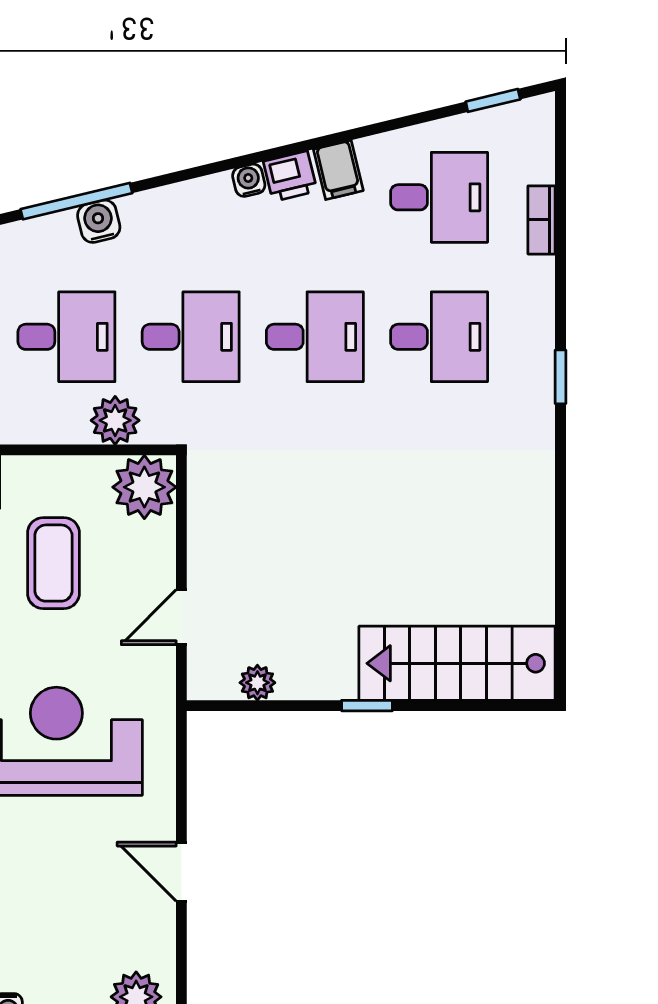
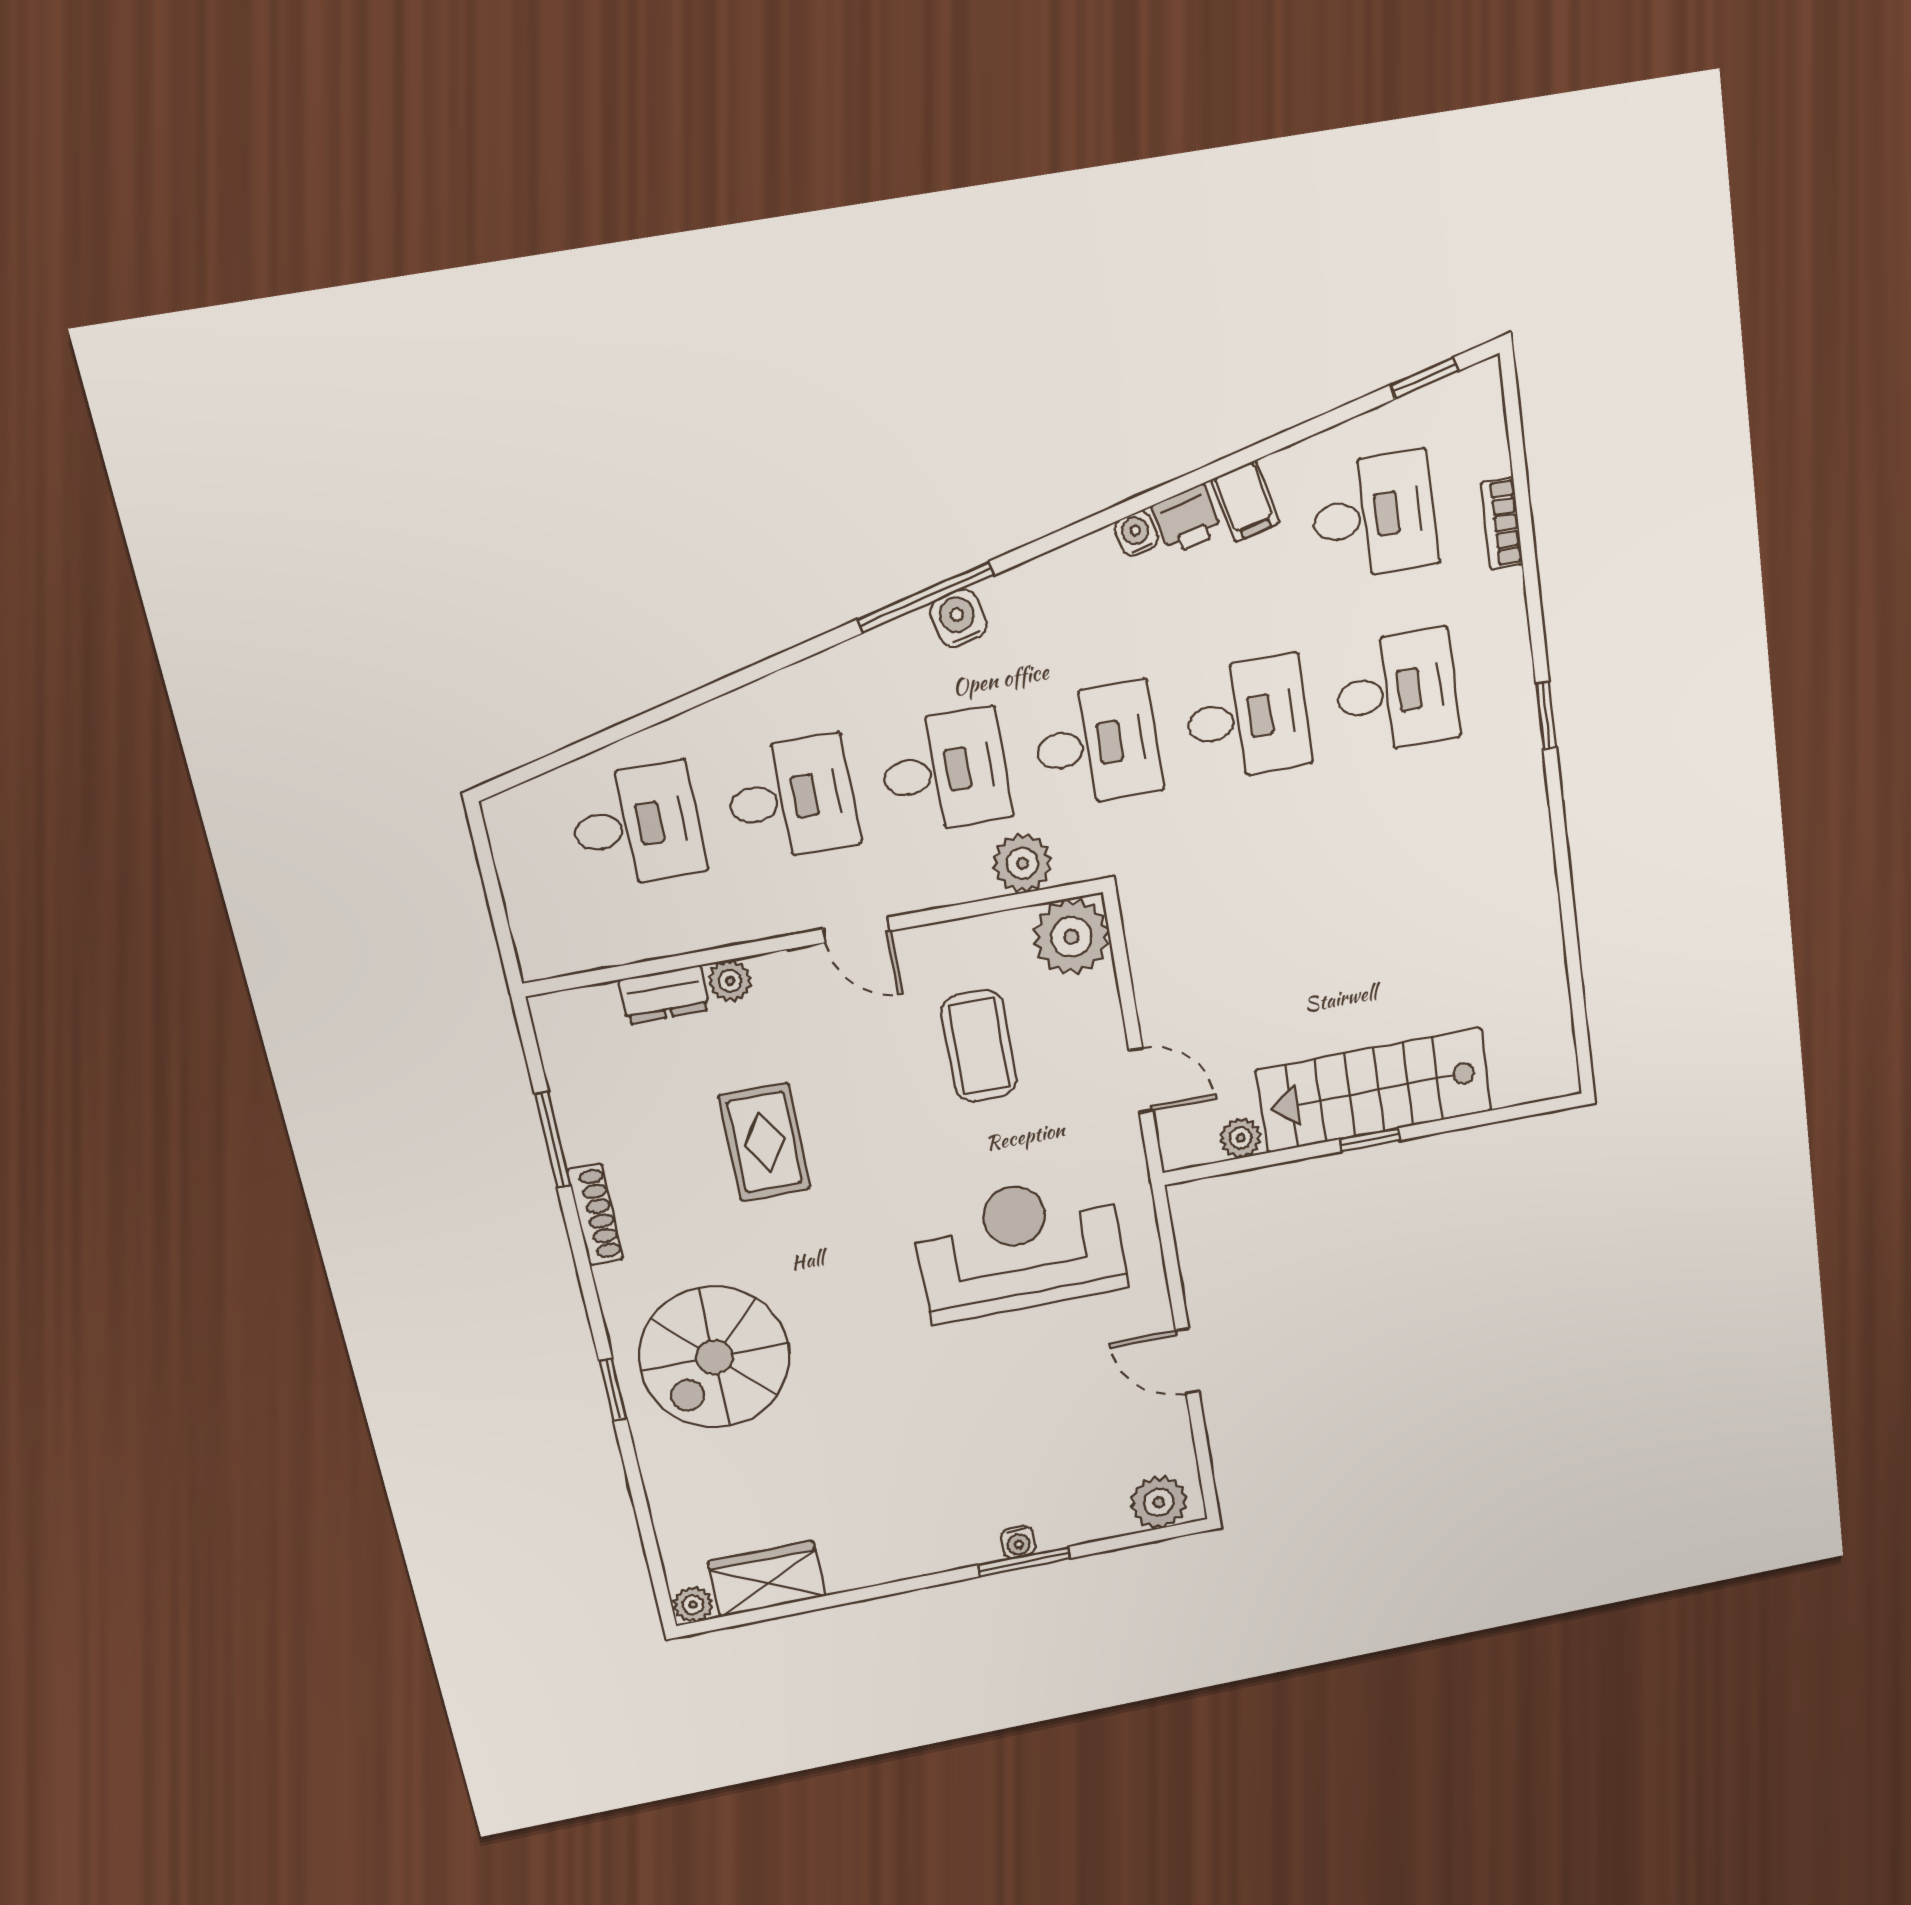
door: (181, 617) -> (1141, 1080), swing flipped
stairs: (457, 663) -> (1374, 1090), moved

